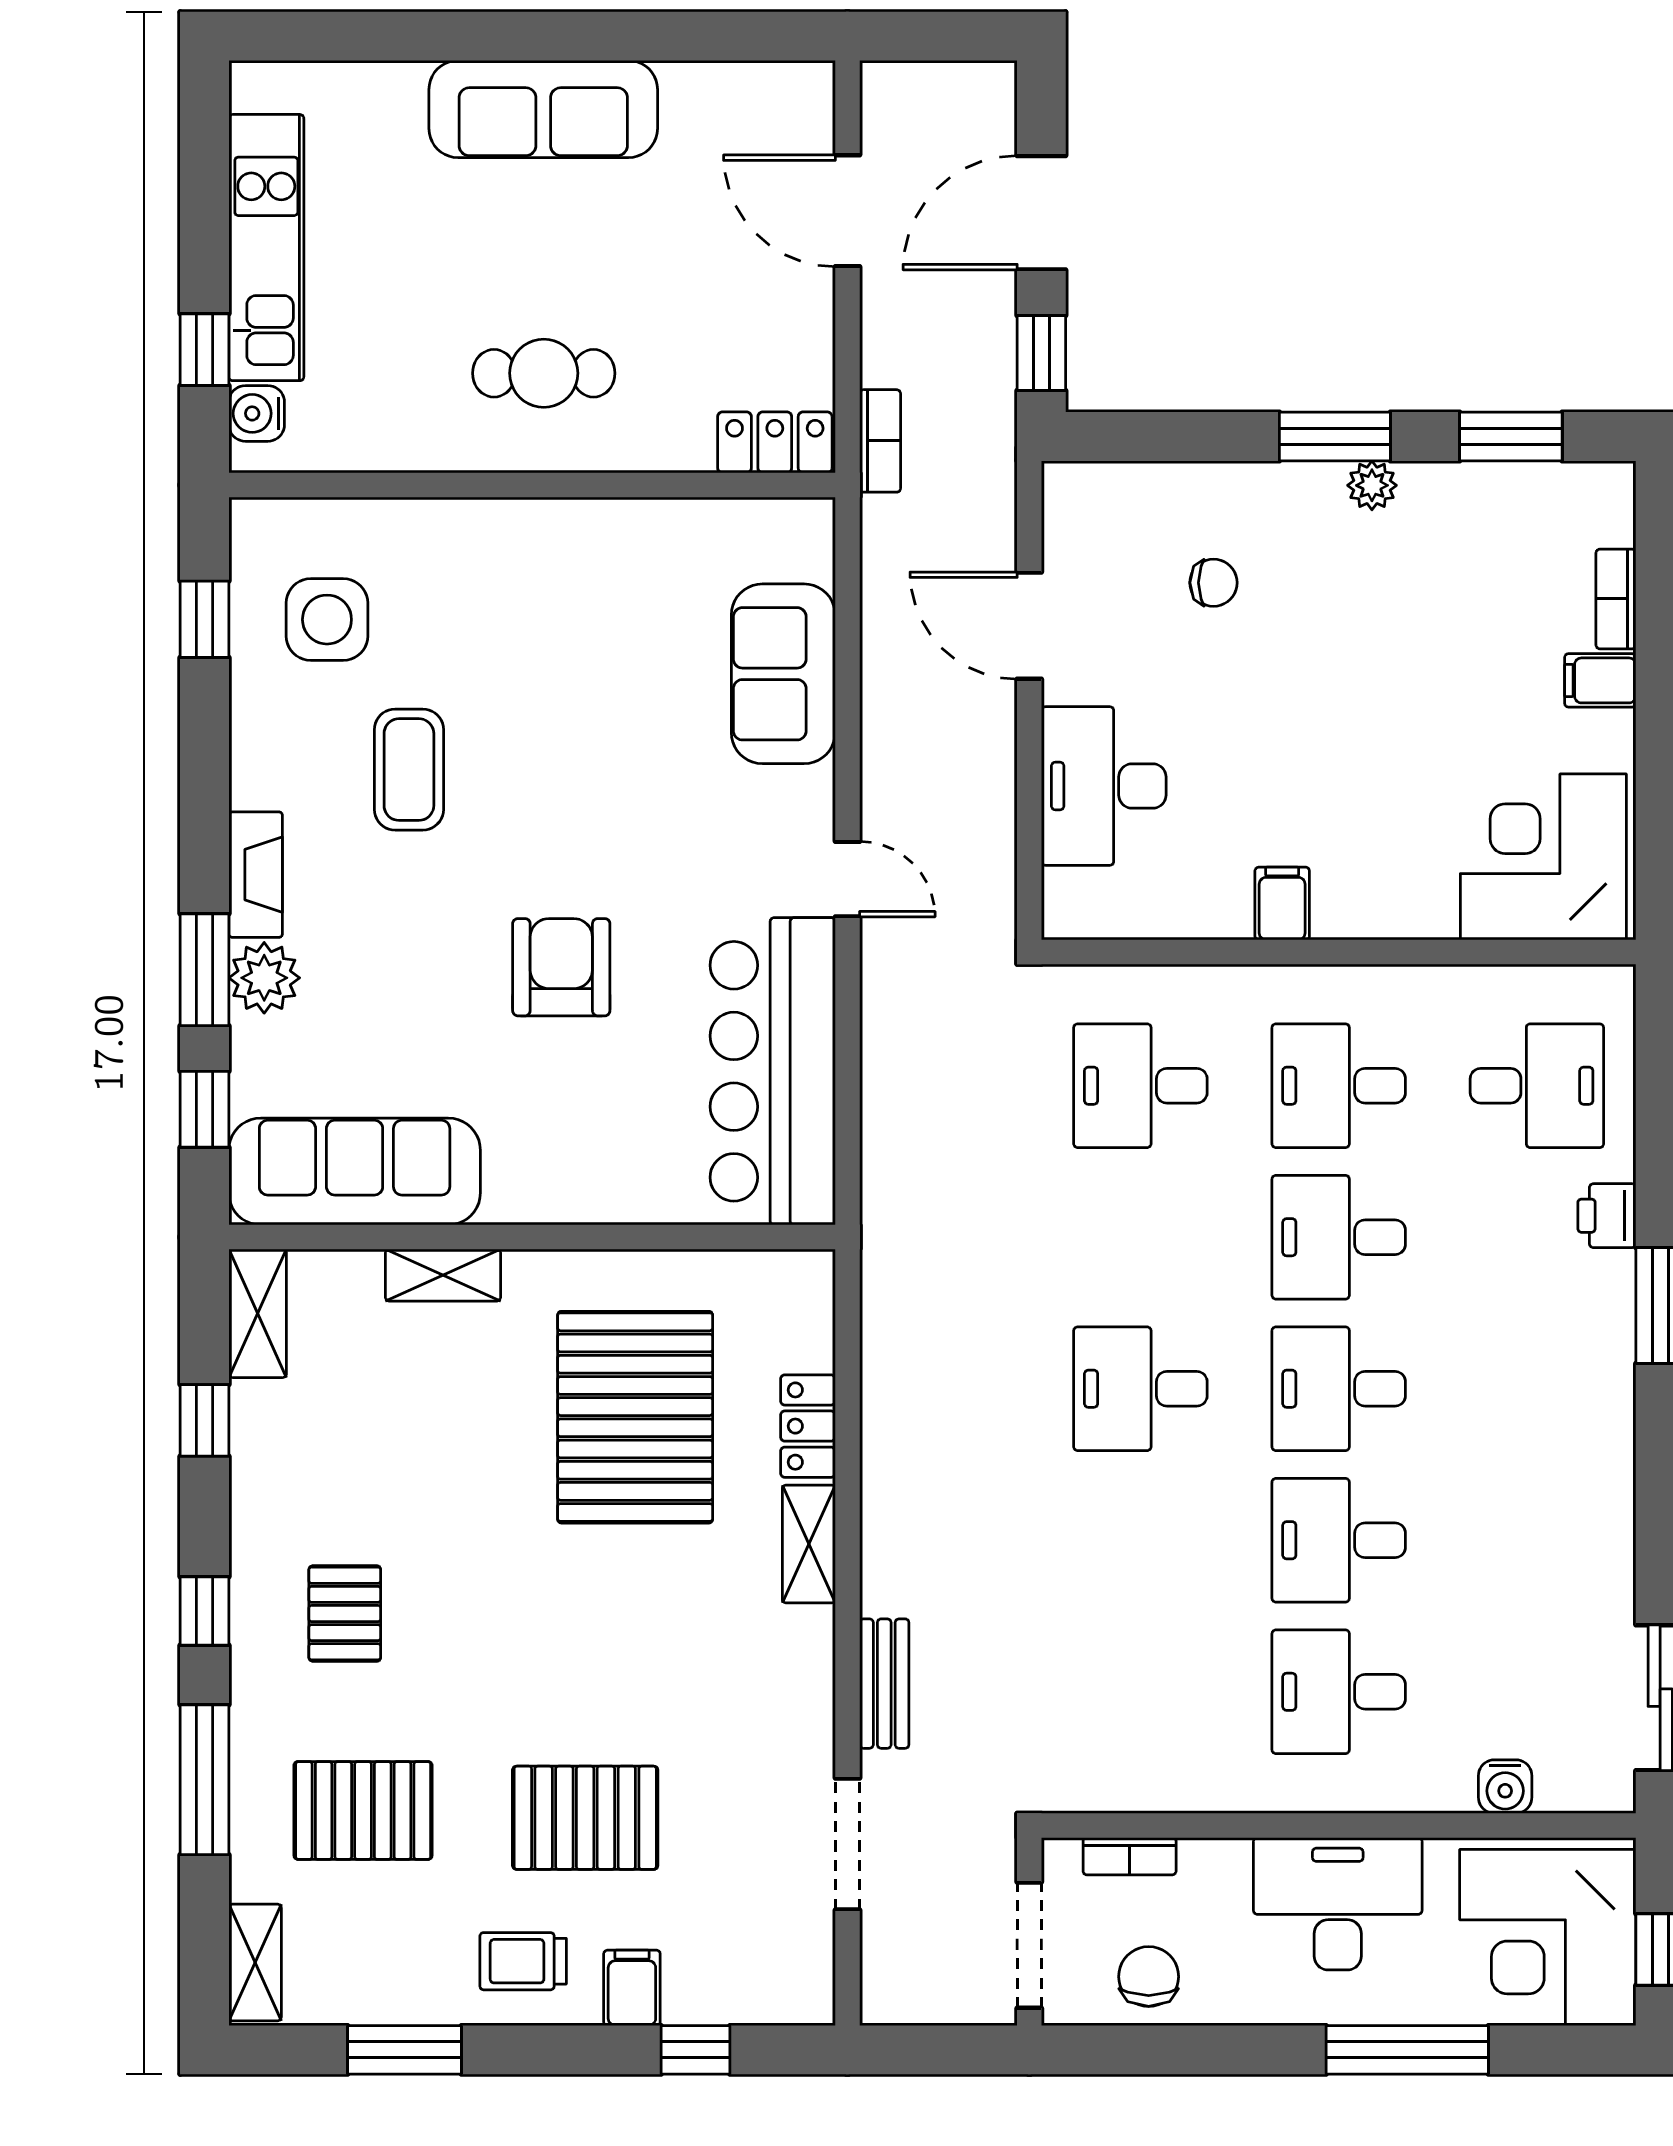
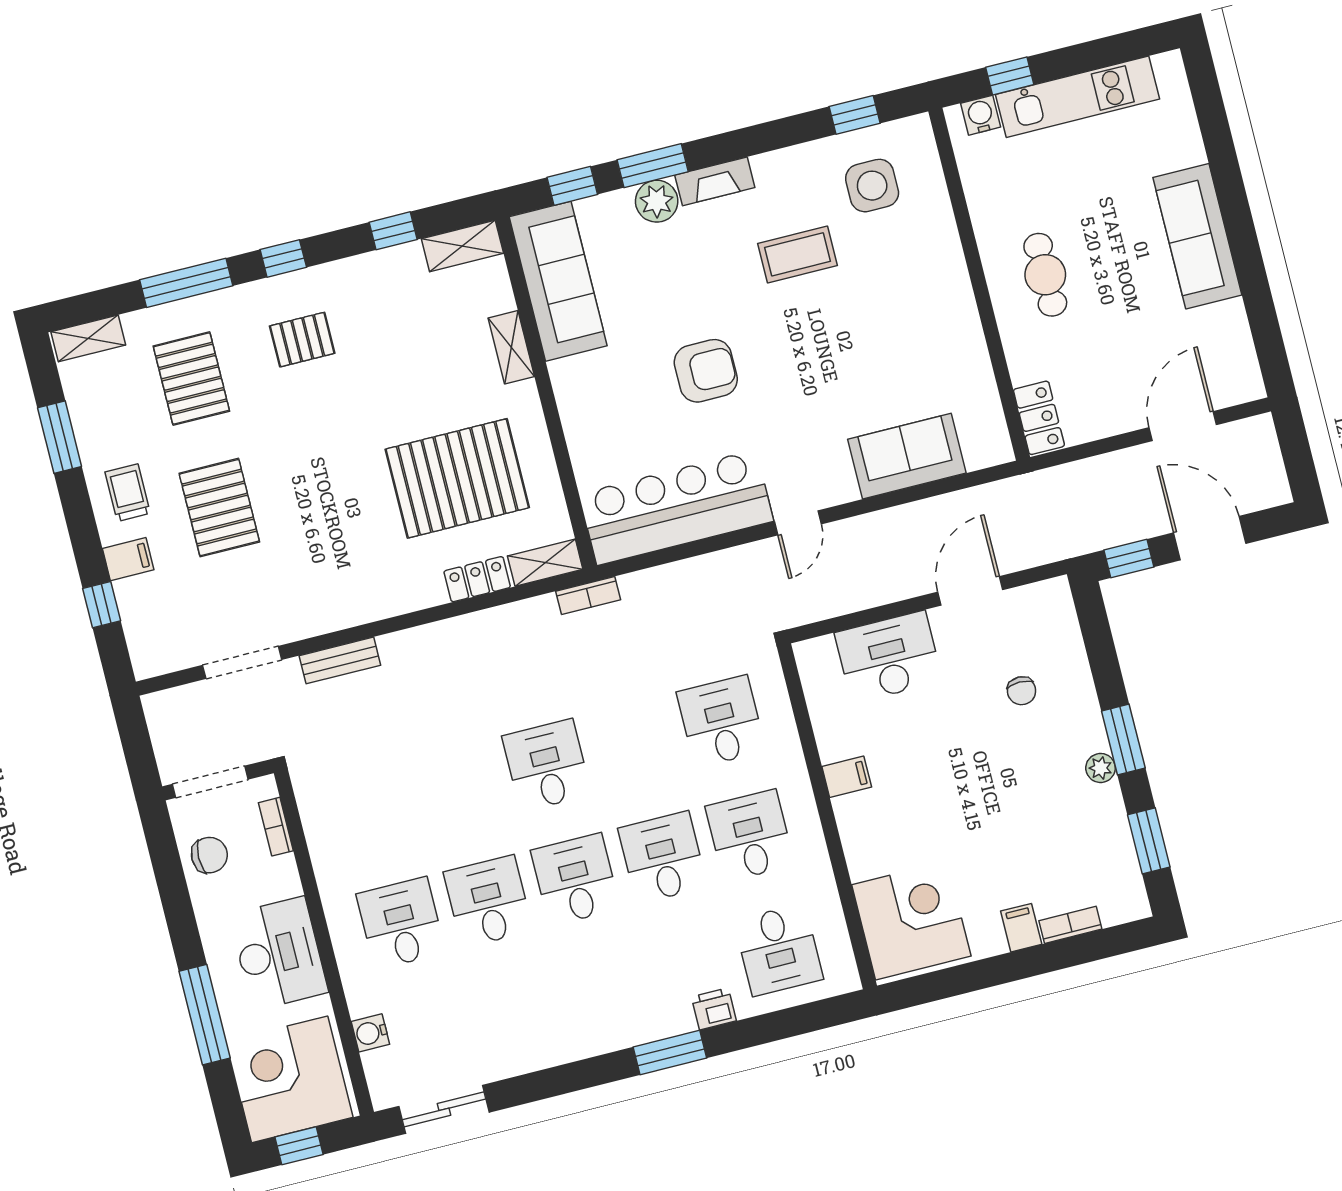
bookcase: (880, 441) -> (588, 595), moved
shelving: (809, 1544) -> (545, 563), moved

